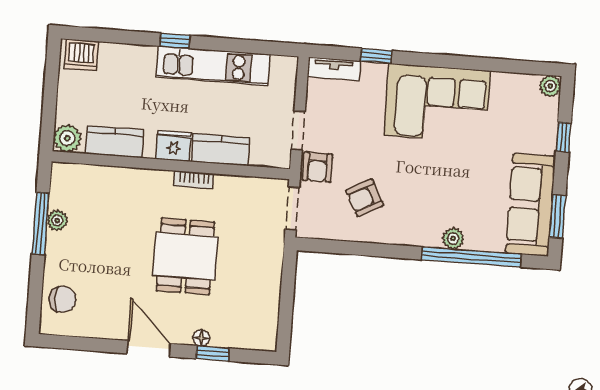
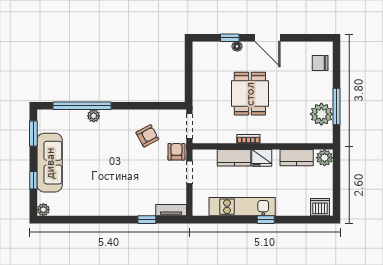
corner sofa: (437, 103) -> (109, 195), removed
sofa: (531, 205) -> (50, 163), moved
plant: (57, 221) -> (321, 114), width x1.87, depth x1.87

